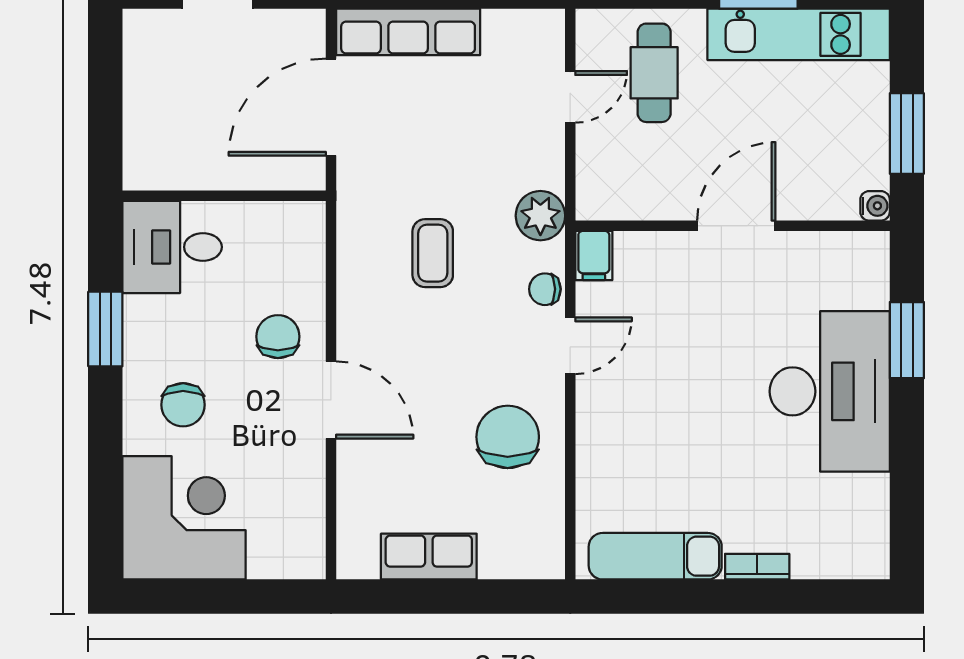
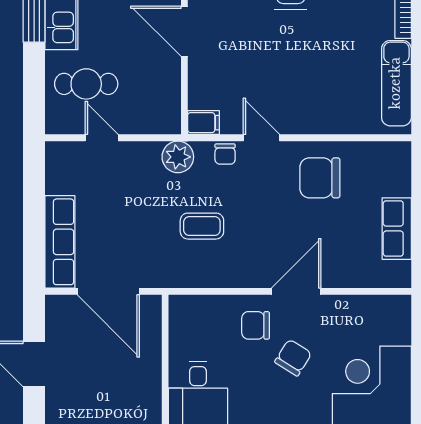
chair: (183, 405) -> (293, 358), moved, turned -58

